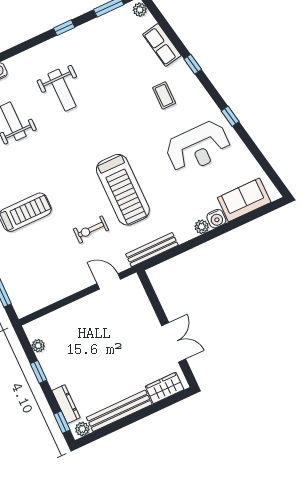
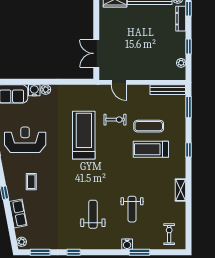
exercise mat: (42, 242) -> (149, 126), added
bench: (152, 250) -> (168, 90), moved
double door: (174, 342) -> (96, 53), moved

